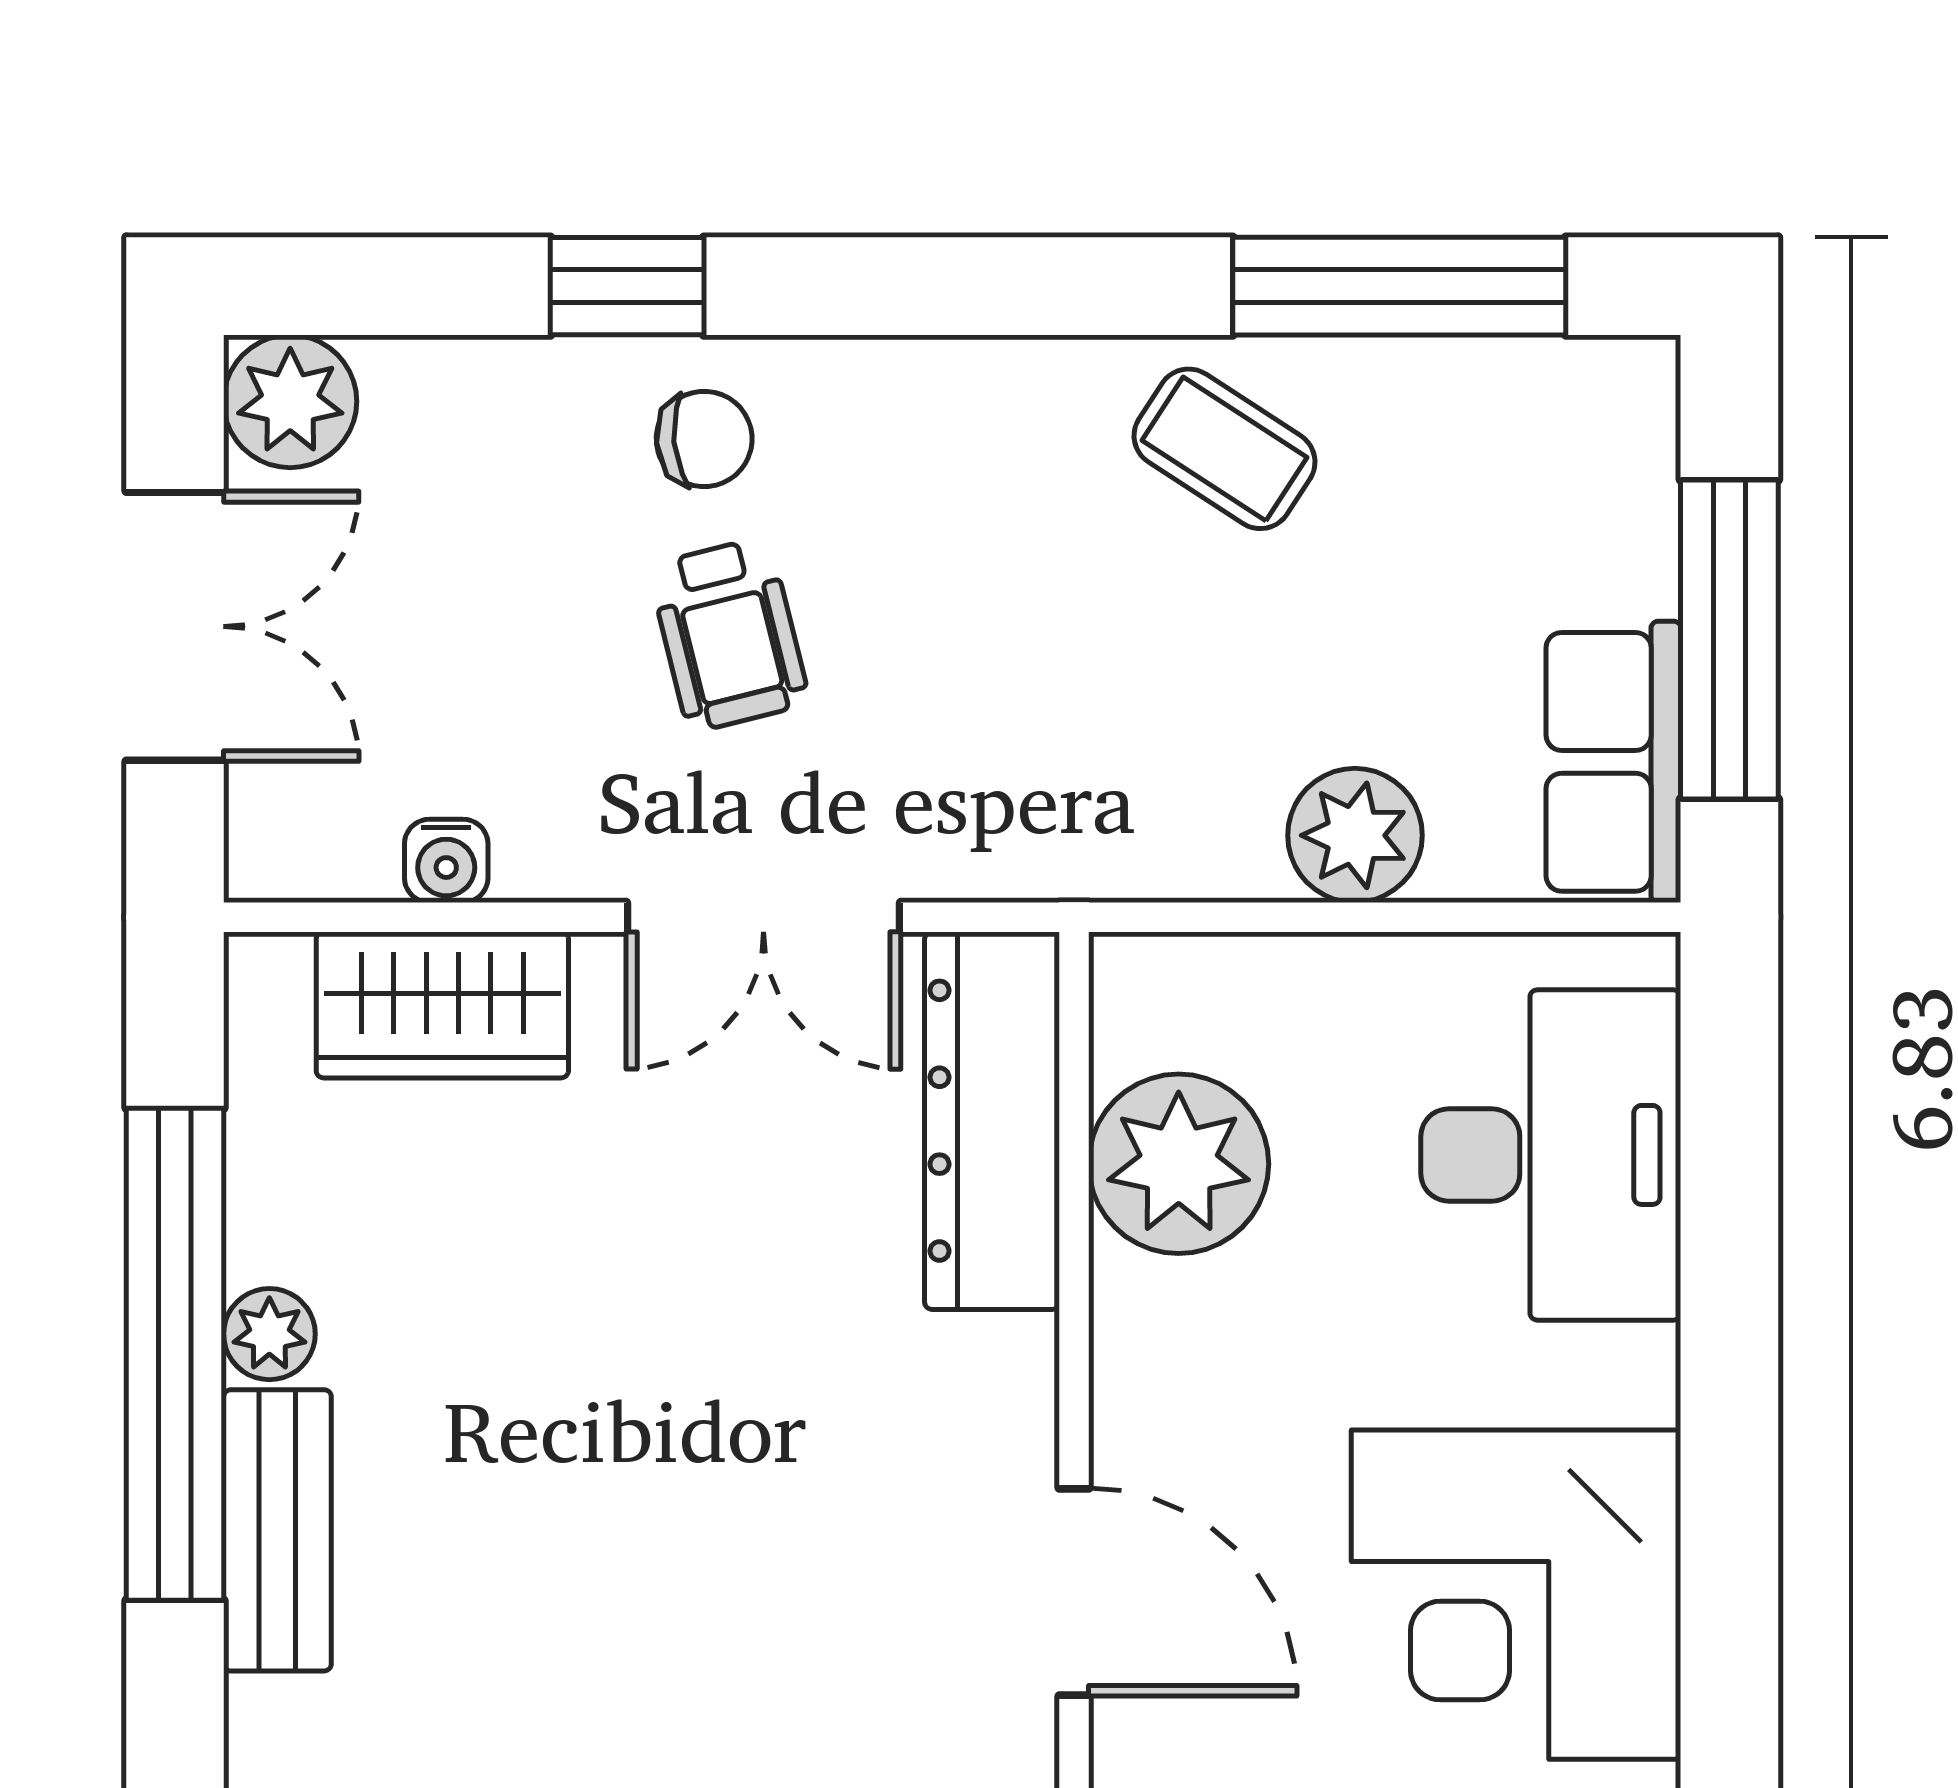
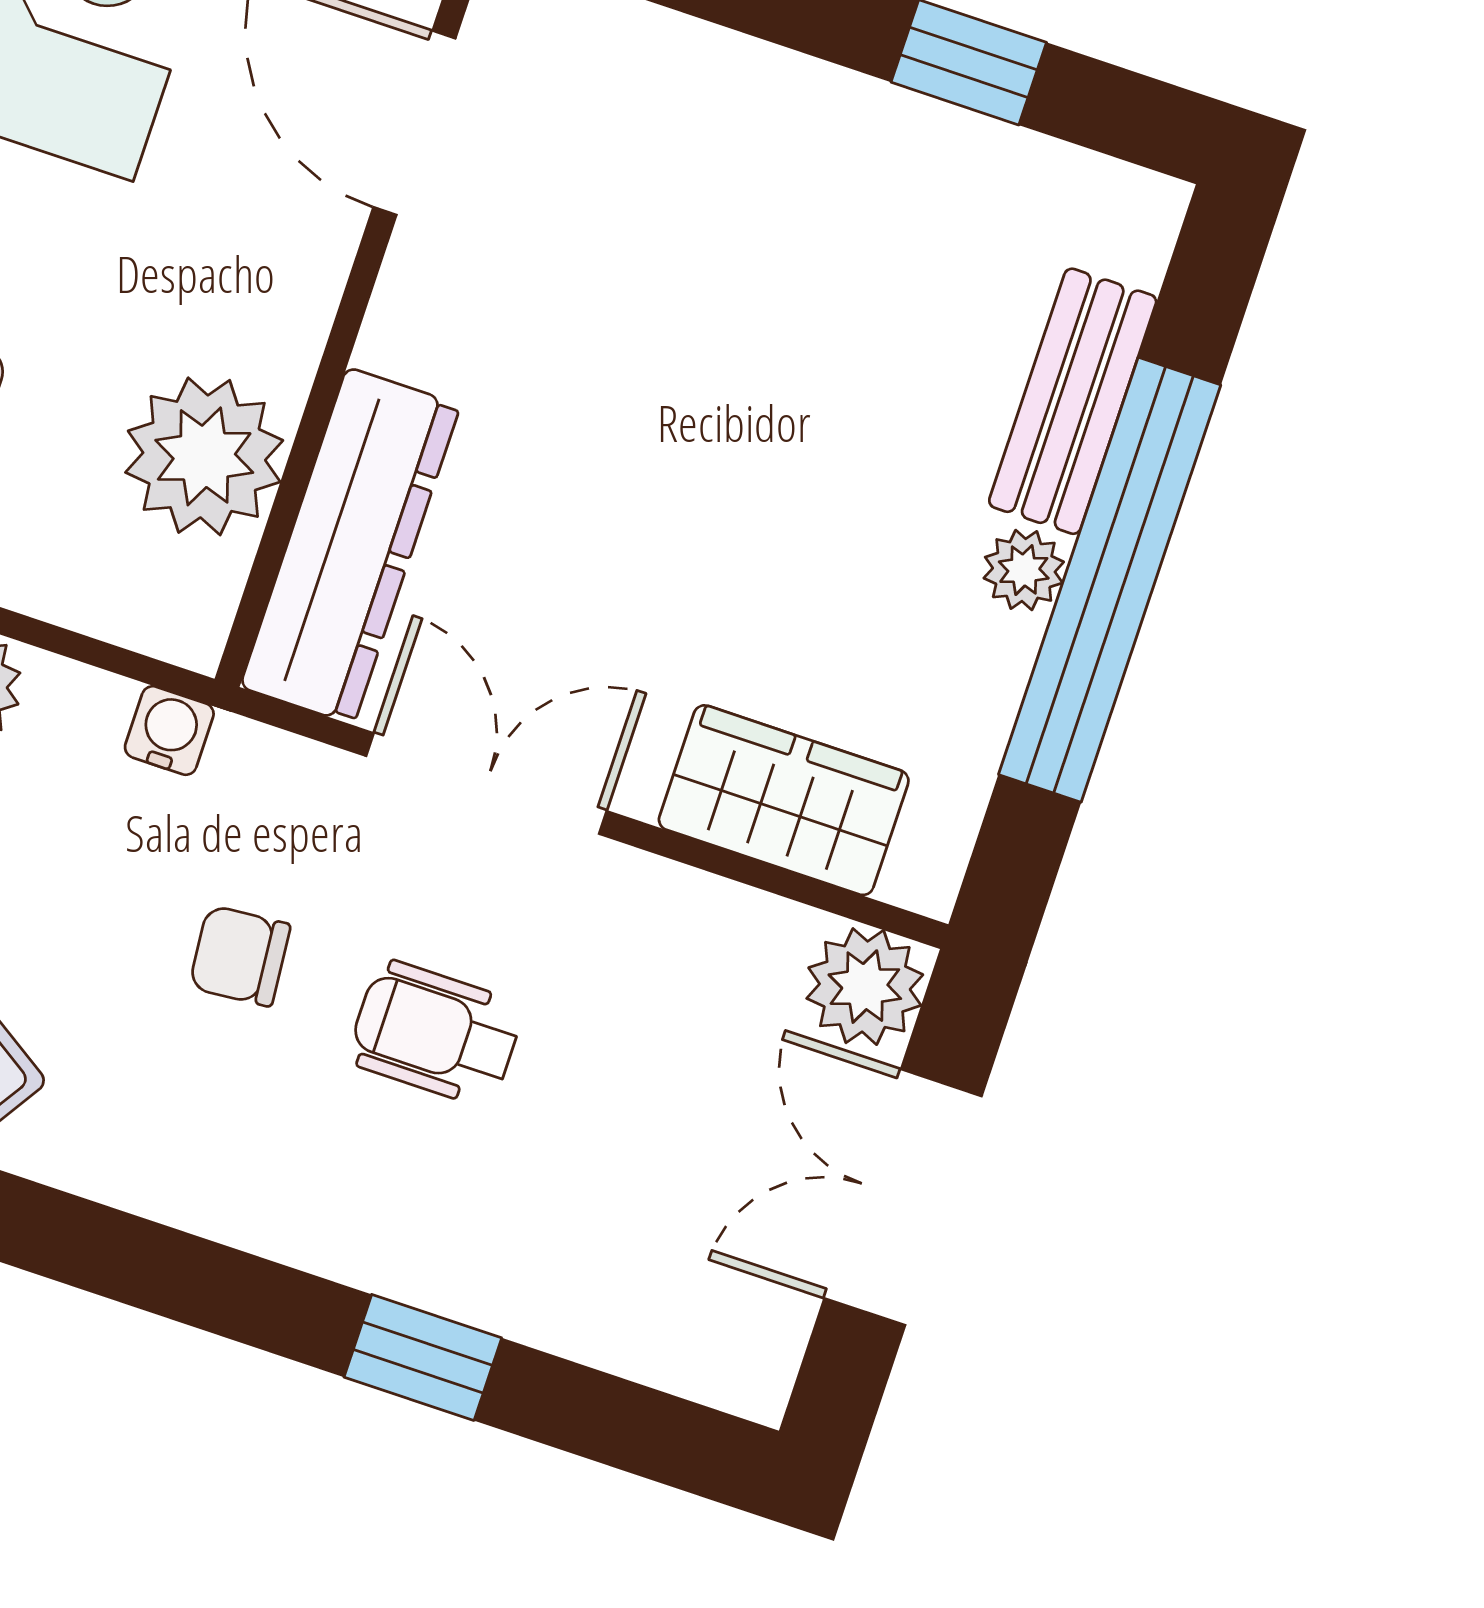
plant: (290, 401) -> (865, 987), moved
chair: (704, 439) -> (240, 956), moved
wheelchair: (729, 635) -> (435, 1033), turned -76
water cooler: (446, 861) -> (169, 731), moved

